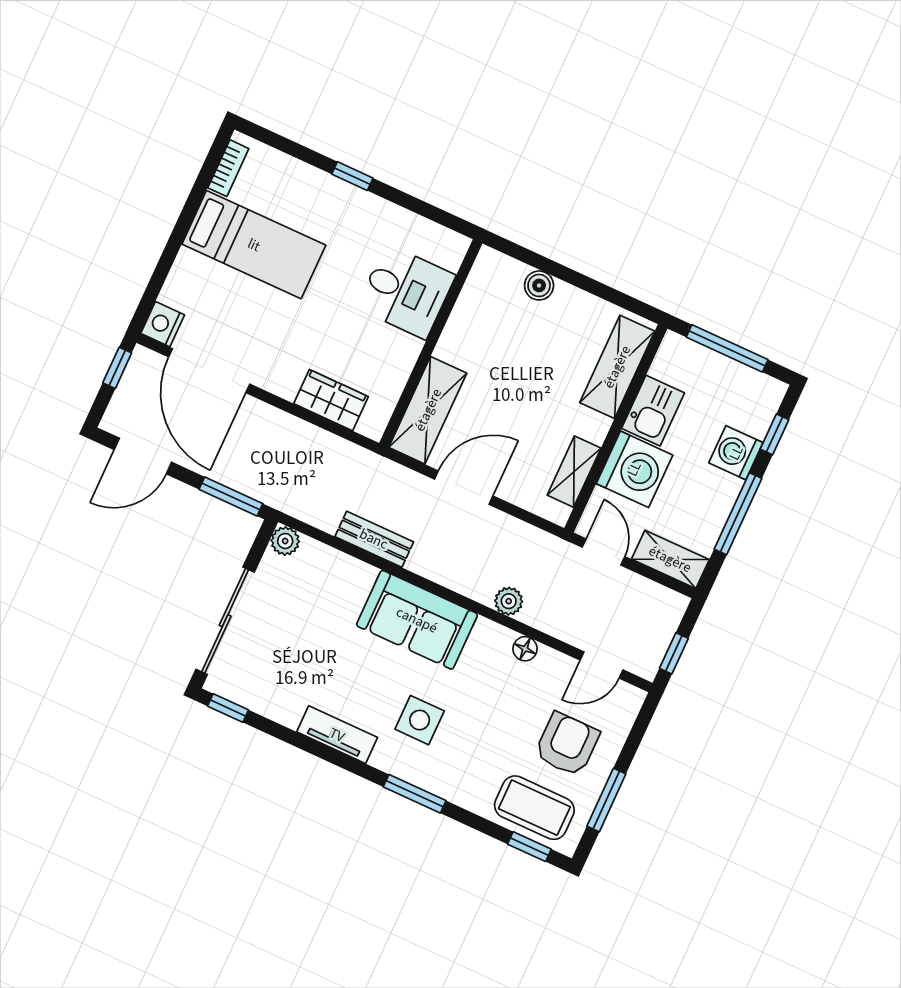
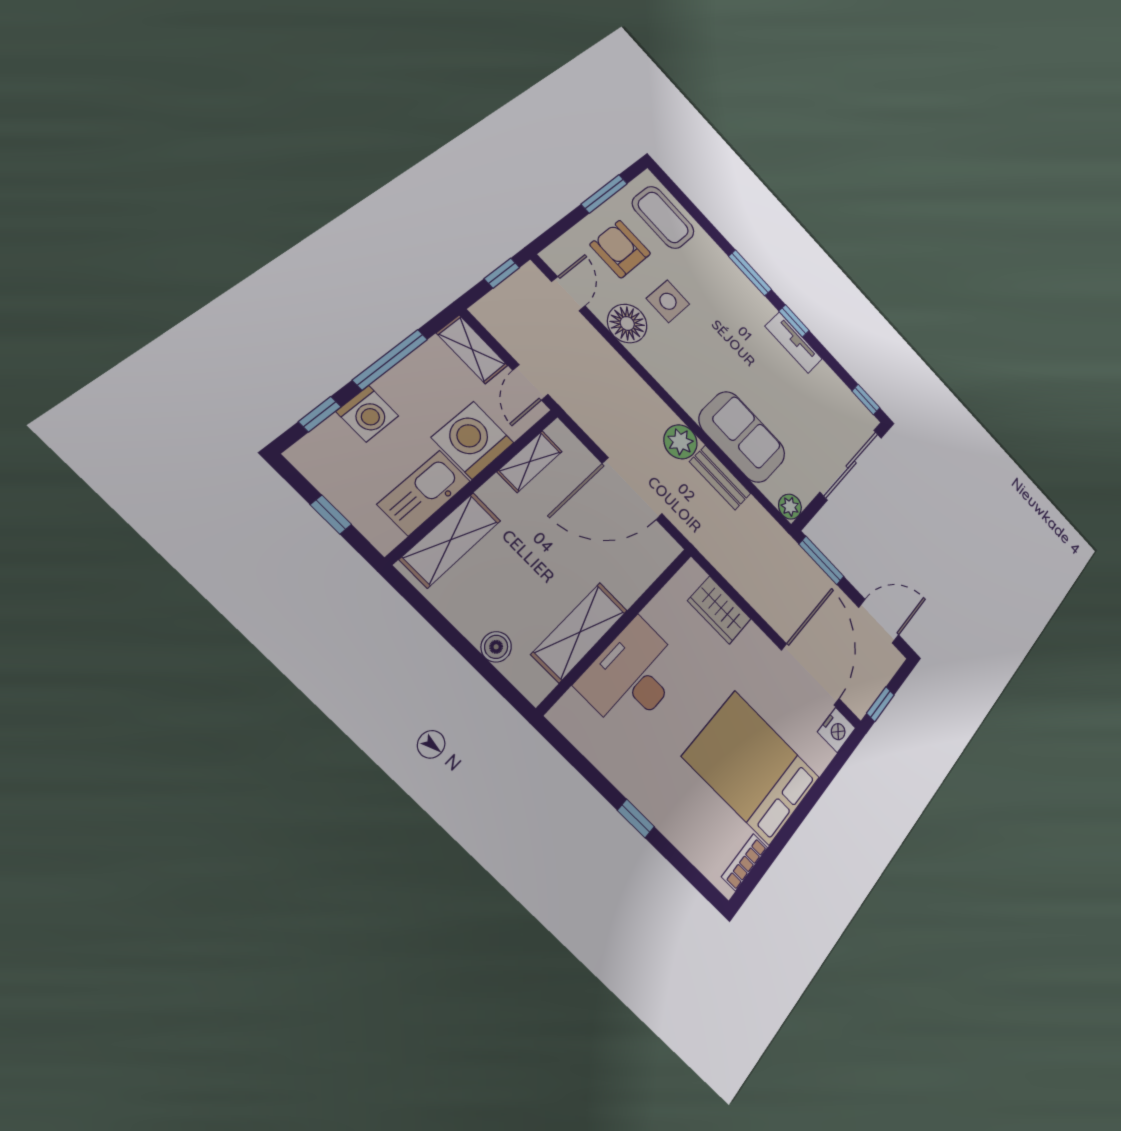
bed: (254, 245) -> (752, 767), width x1.50
desk: (406, 292) -> (632, 676), width x1.37
window: (727, 348) -> (331, 515), width x0.46
shelving: (428, 410) -> (580, 632), moved
kitchen sink: (653, 411) -> (424, 493), width x1.38
door: (464, 488) -> (632, 489), width x1.36
plant: (509, 601) -> (680, 442), moved, width x1.38, depth x1.38
sofa: (417, 620) -> (742, 437), moved
floor lamp: (525, 649) -> (627, 323), width x1.89, depth x1.89
door: (602, 665) -> (568, 294), hinge flipped
side table: (420, 720) -> (668, 301), moved
armchair: (567, 744) -> (620, 249), turned 90
window: (529, 847) -> (794, 321), moved

